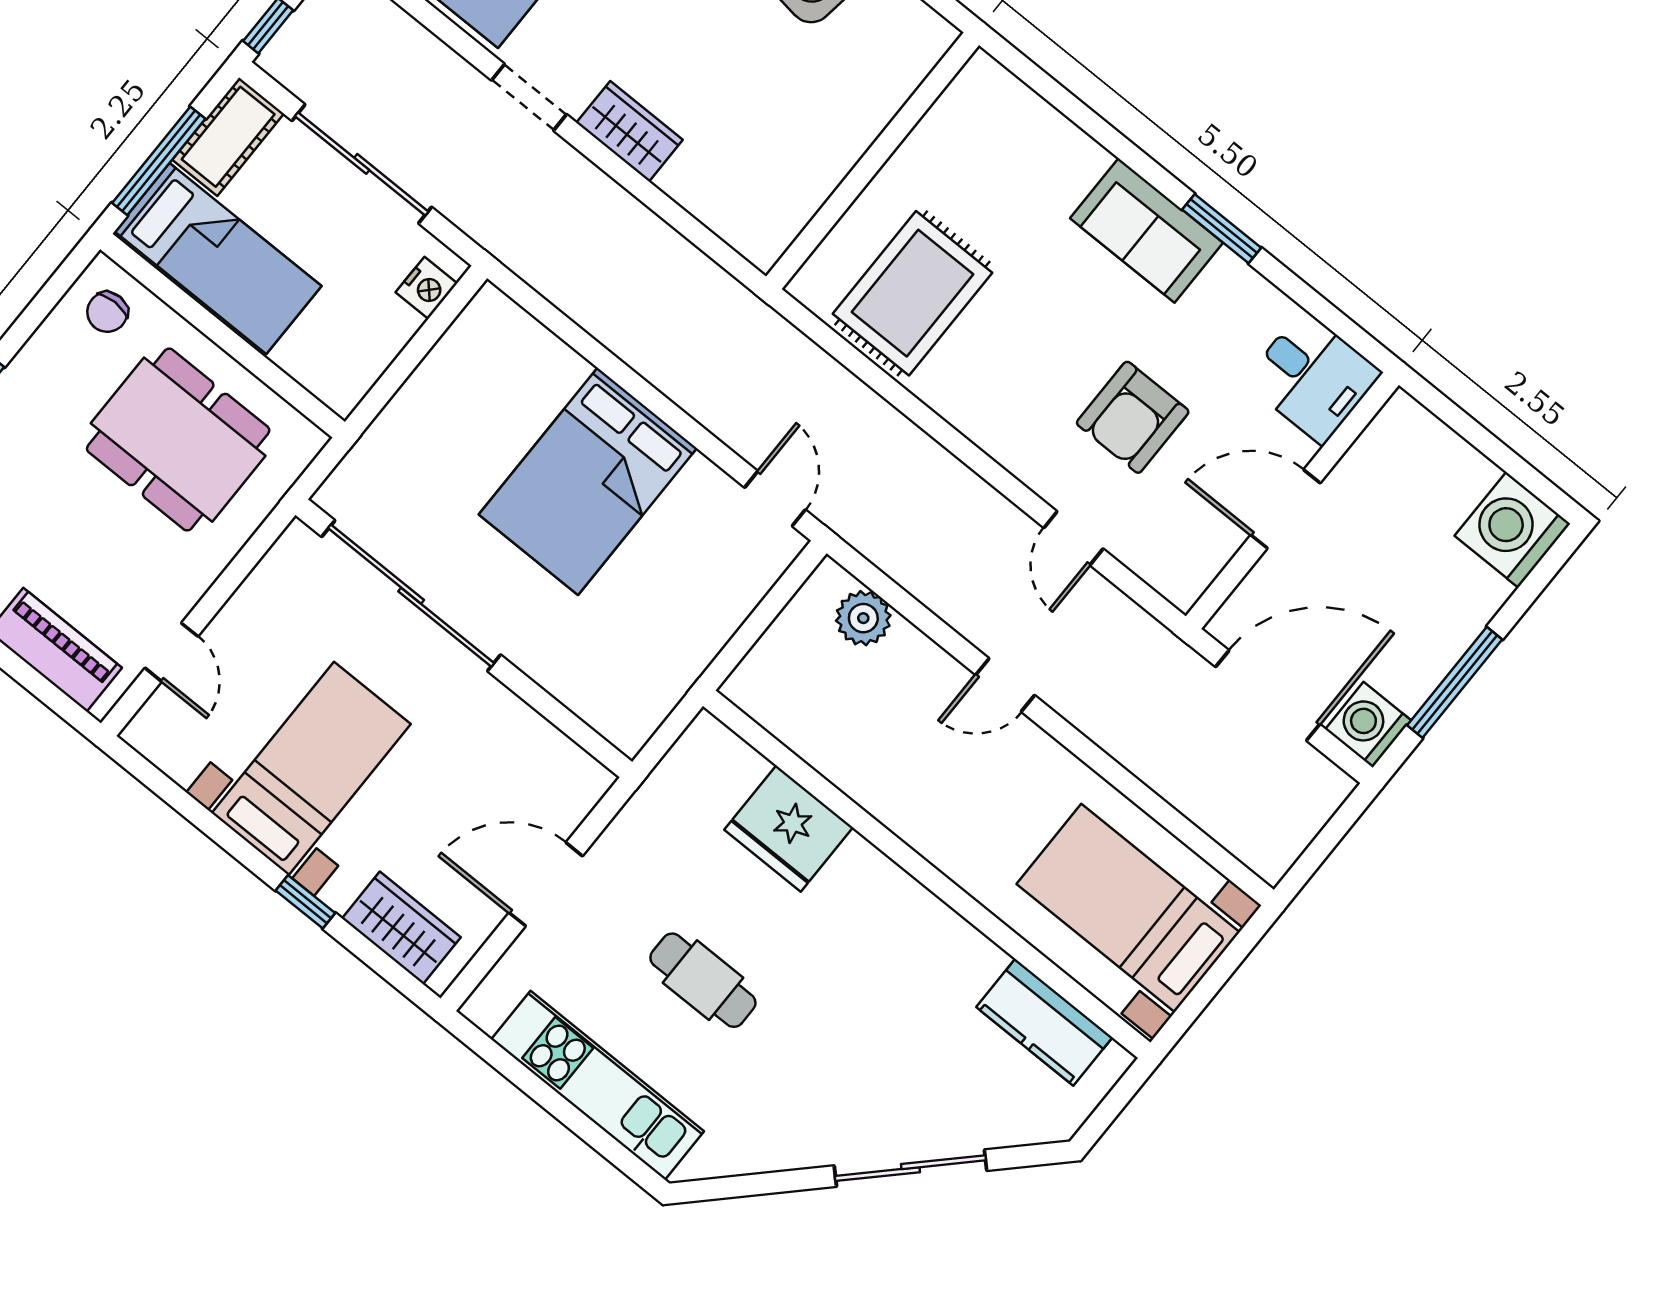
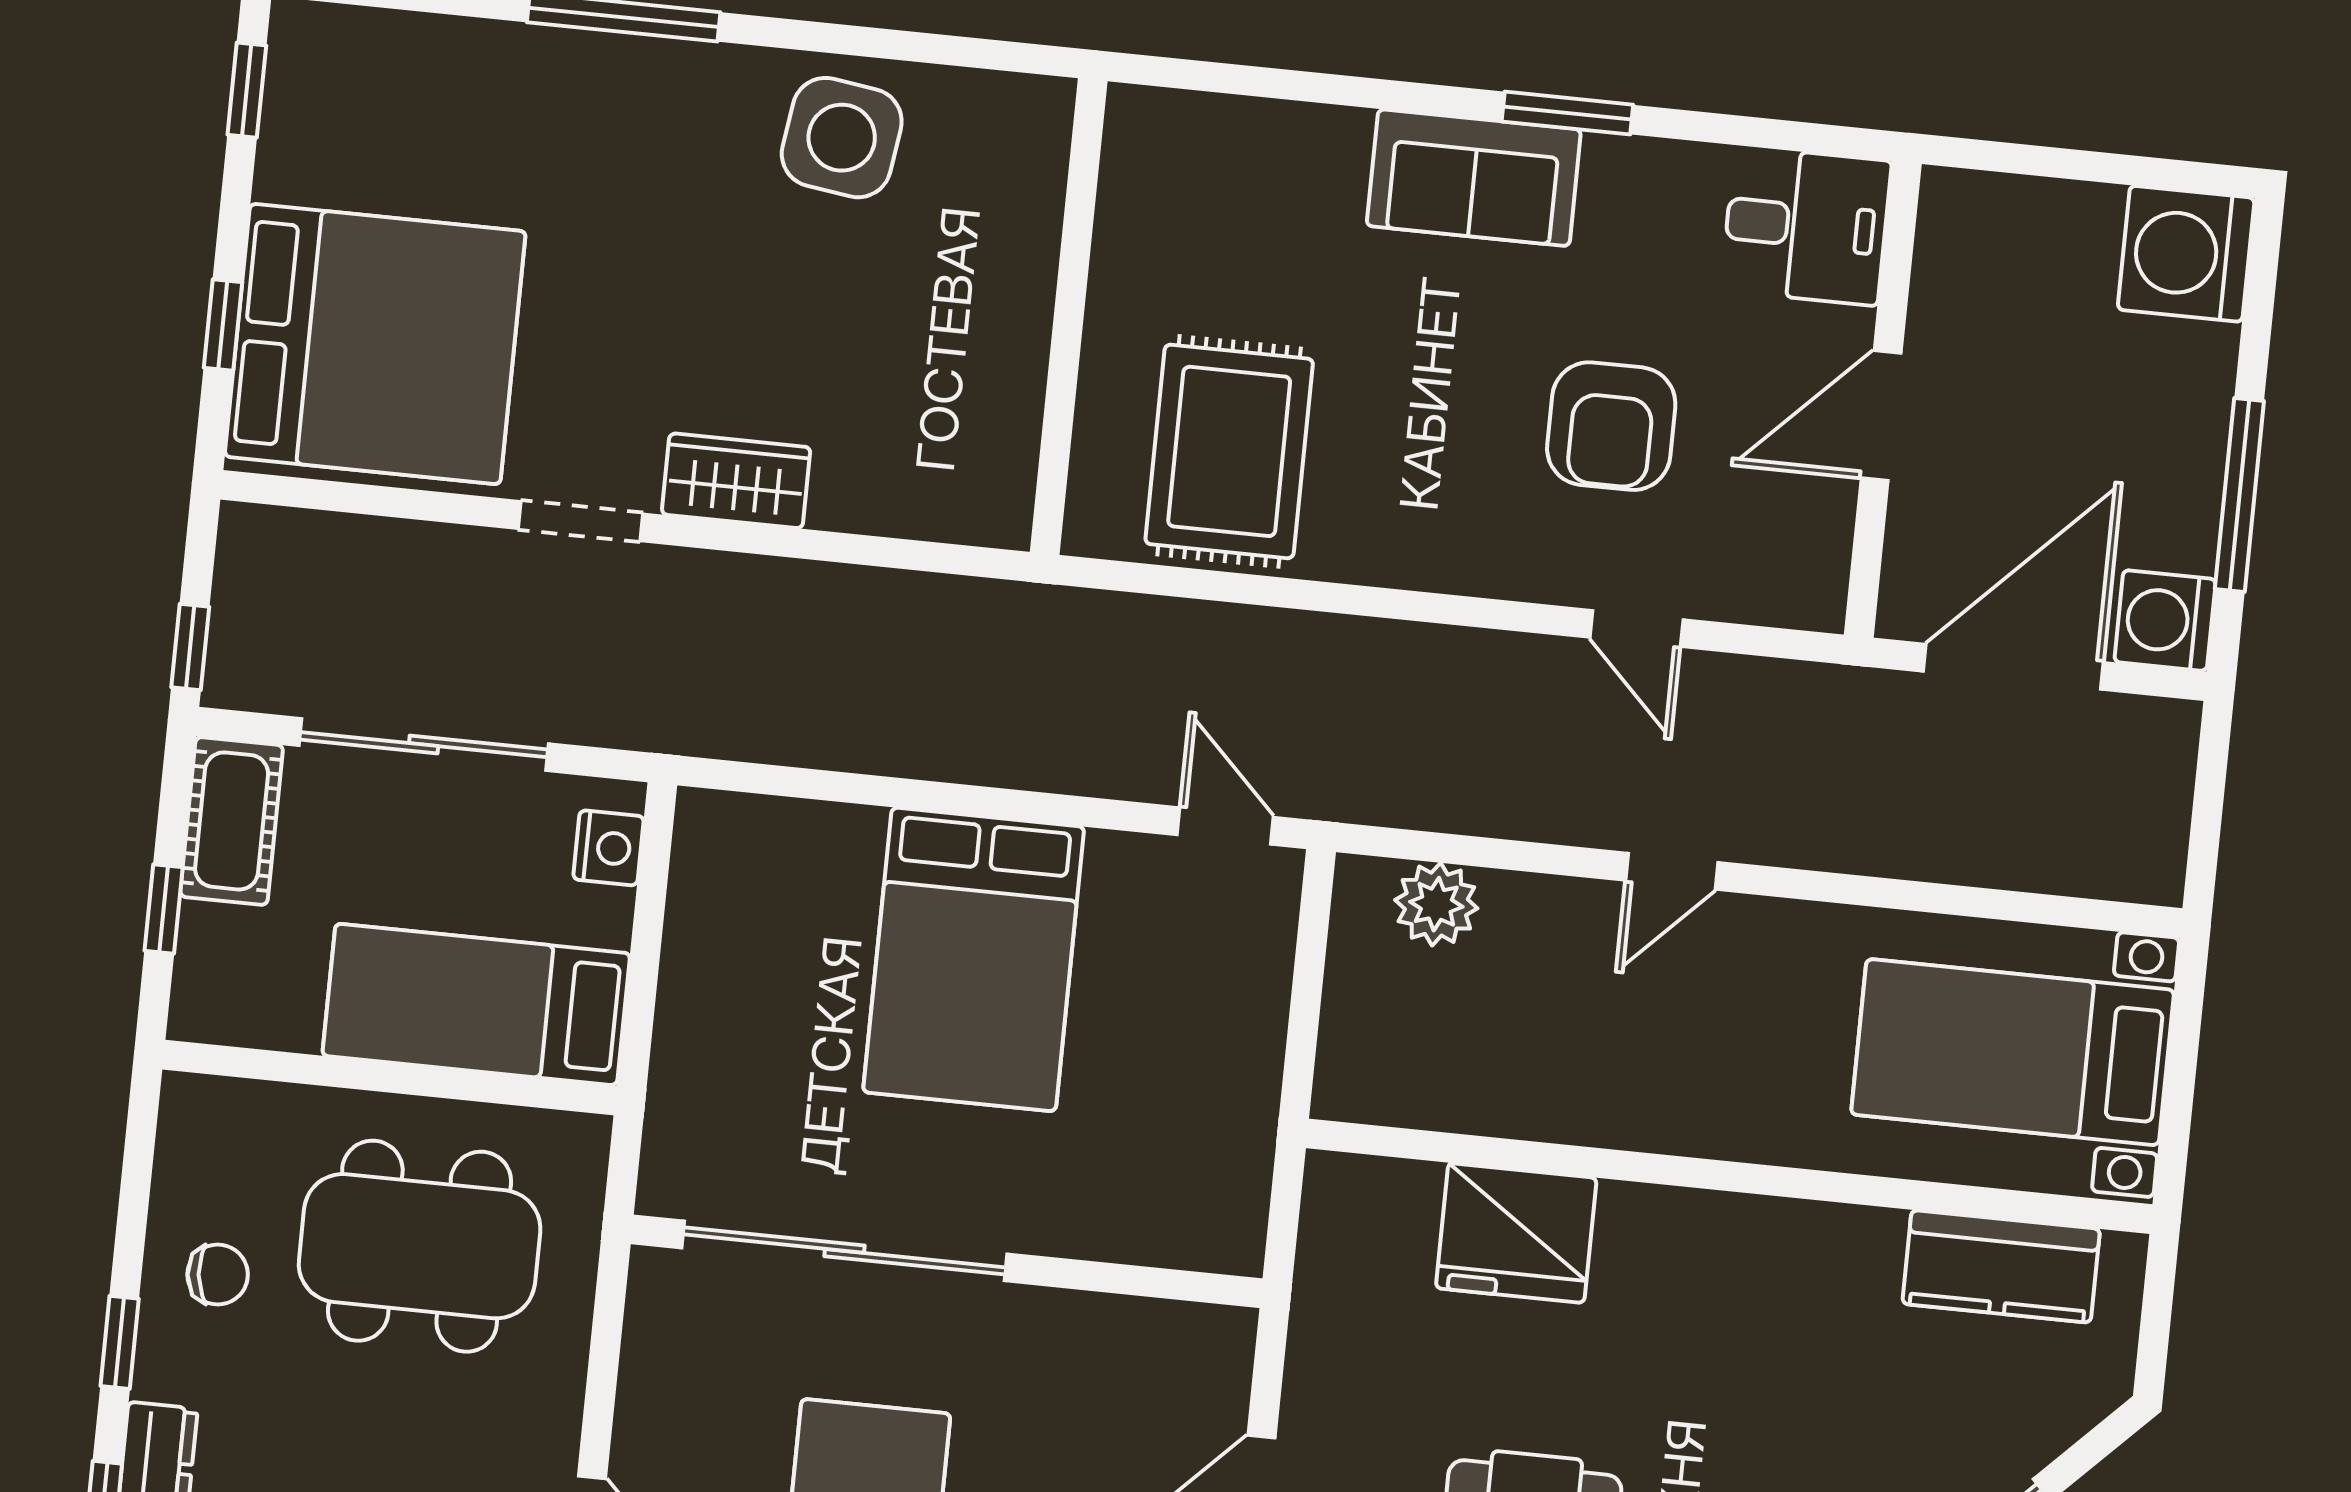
window: (159, 161) -> (164, 909), width x0.46
bed: (218, 259) -> (476, 1004), moved, turned 180
chair: (107, 312) -> (218, 1275), moved, turned -96

